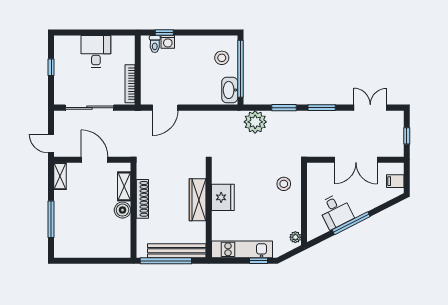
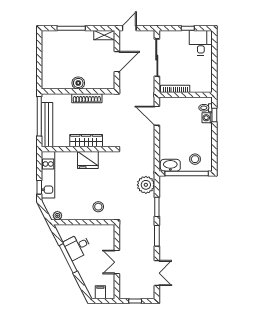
desk: (96, 51) -> (201, 43), moved, turned -90
double door: (356, 160) -> (117, 262), width x0.73
shelving: (124, 186) -> (96, 84), removed

